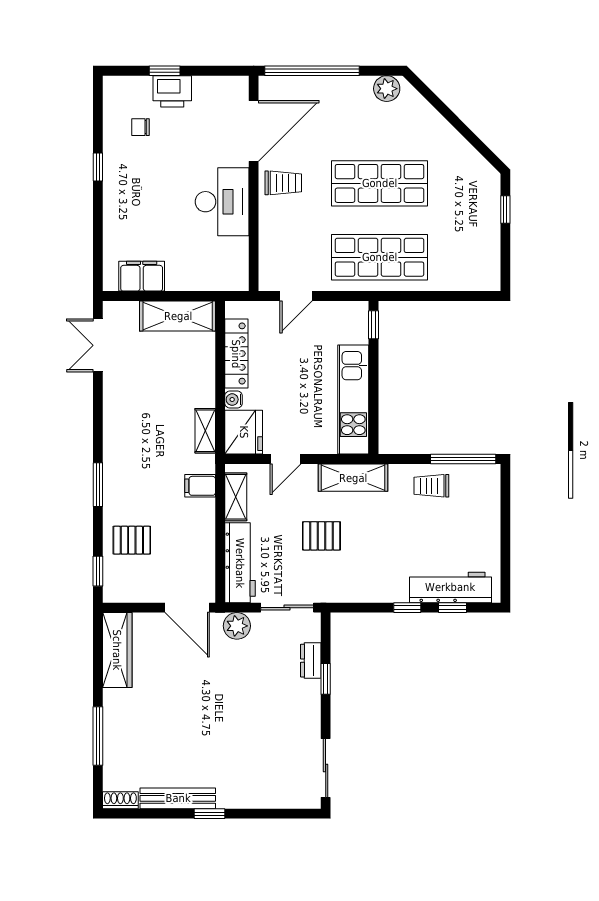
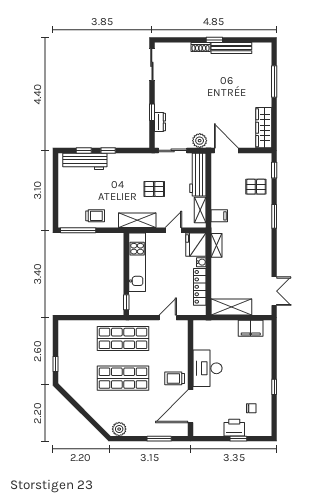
window: (312, 71) -> (159, 439), width x0.47
shoe rack: (120, 800) -> (201, 47), moved

